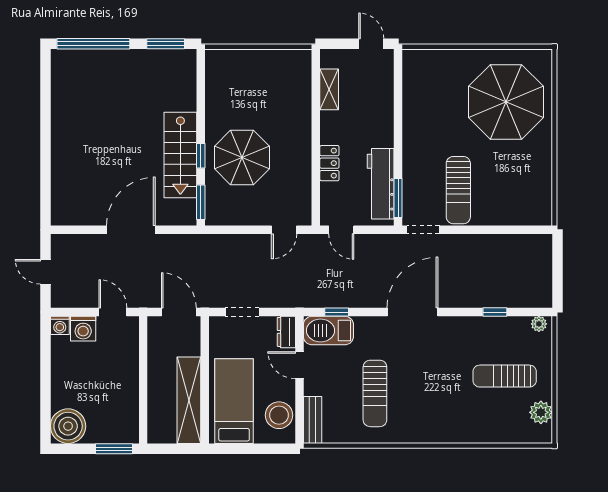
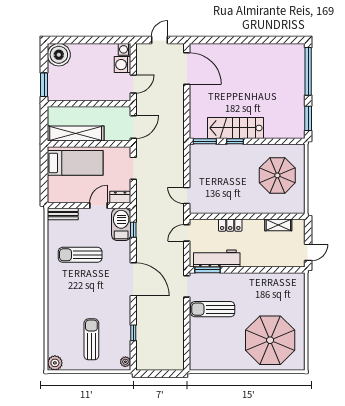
parasol: (242, 158) -> (277, 175), moved
door: (131, 230) -> (187, 68), moved
plant: (541, 412) -> (55, 363), moved
stool: (279, 415) -> (66, 192), removed

